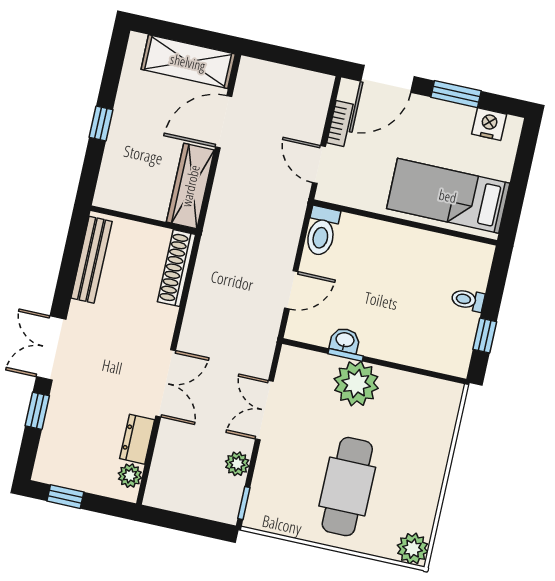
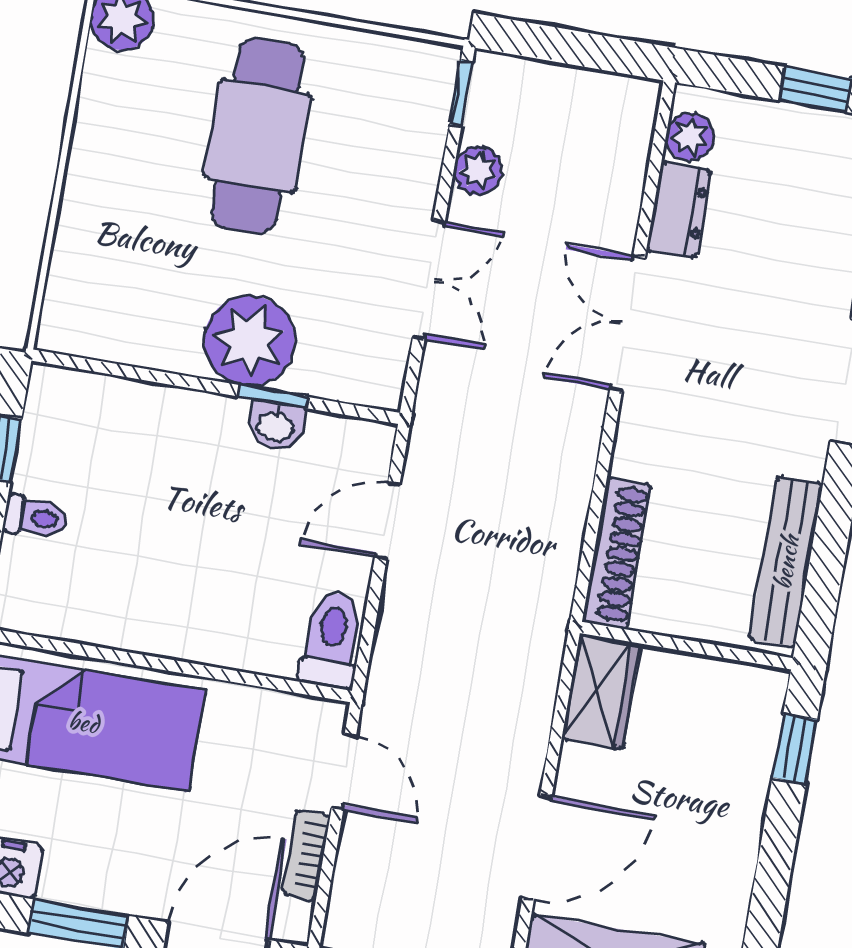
window: (101, 124) -> (795, 748), moved
wardrobe: (190, 186) -> (601, 691), width x0.67

